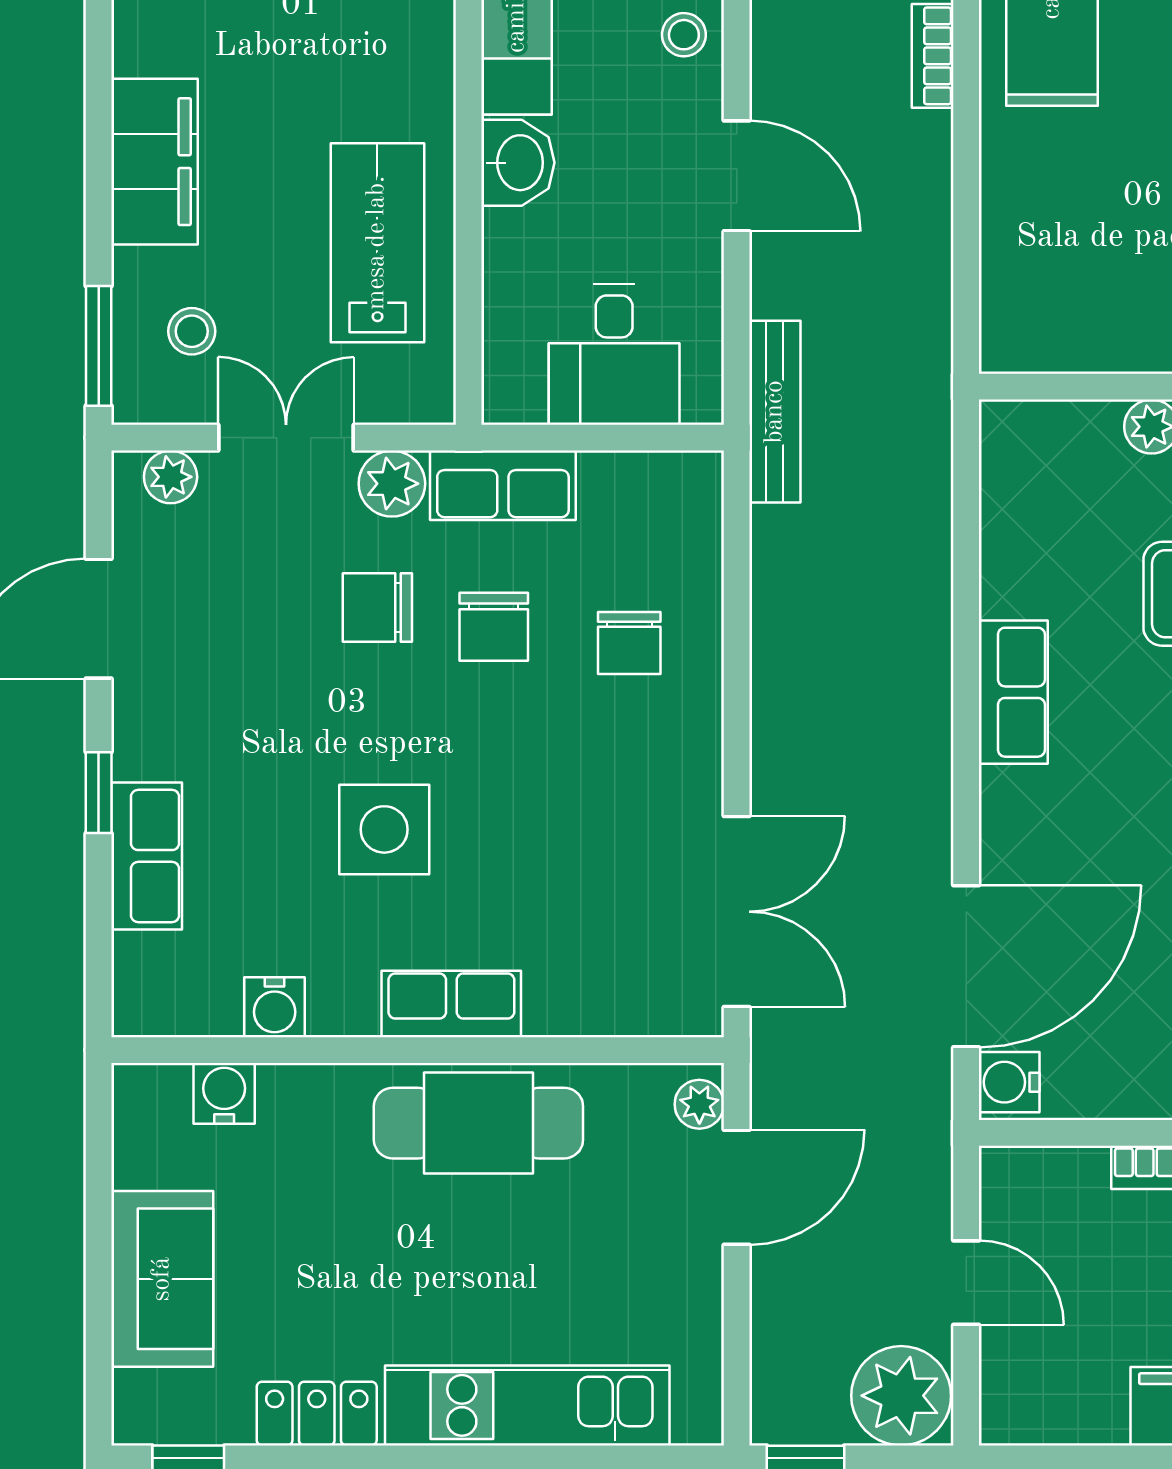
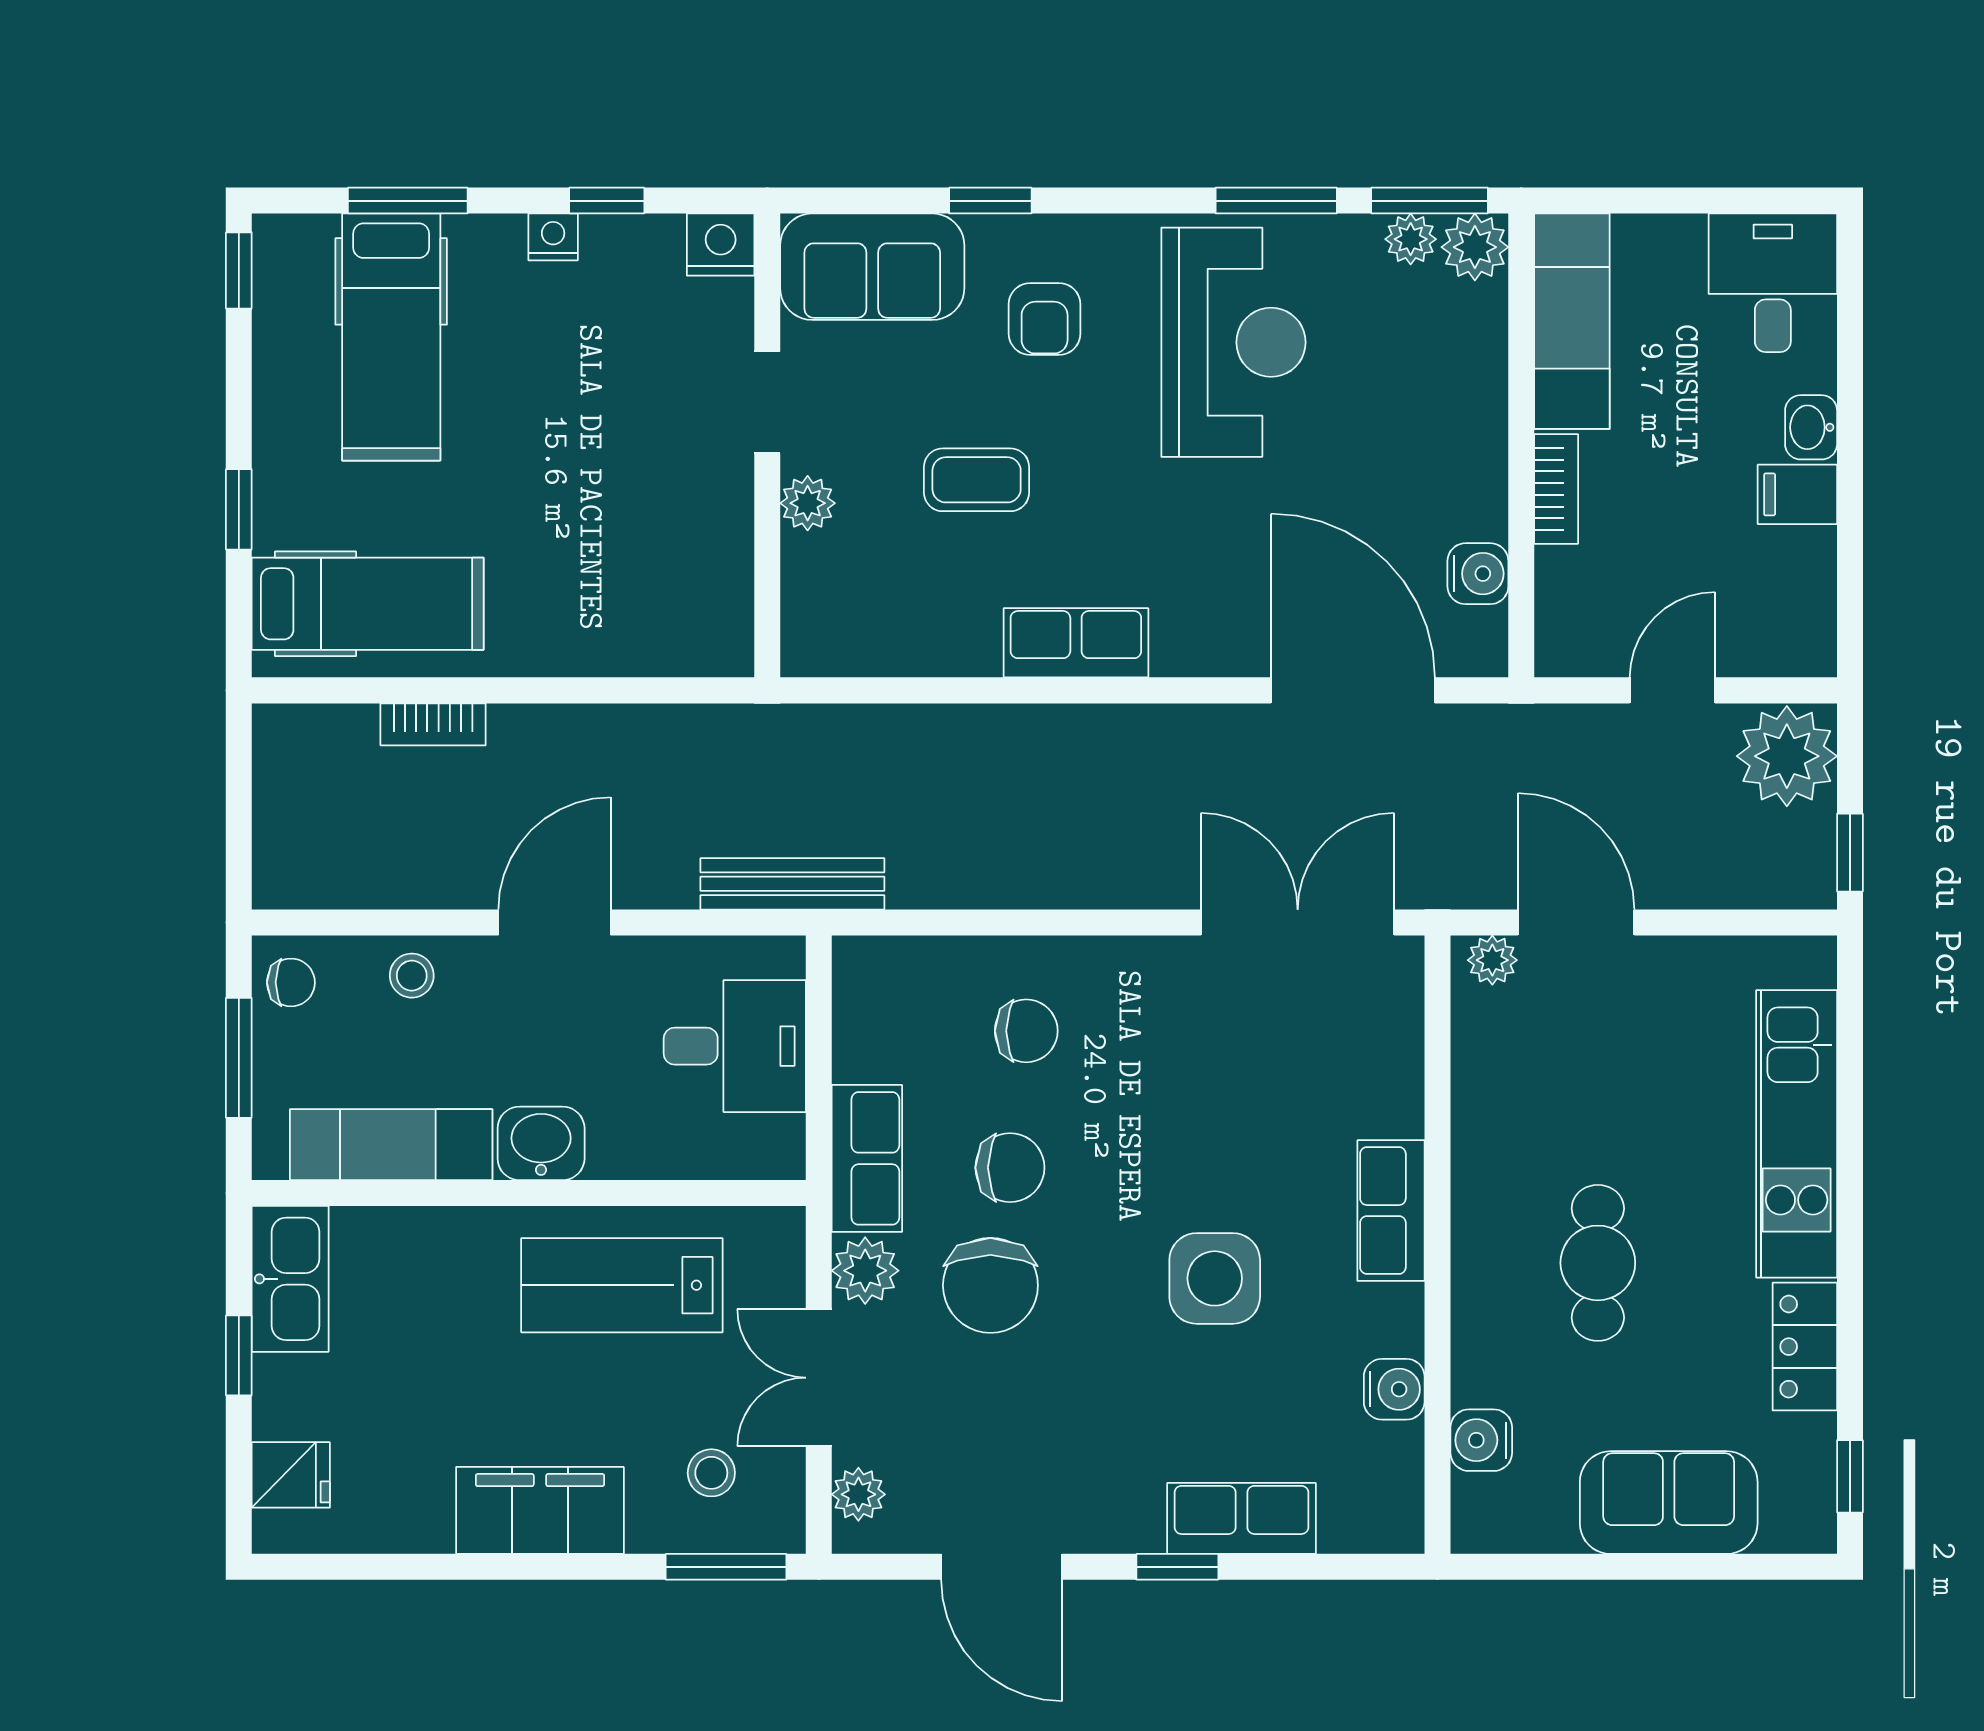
chair: (377, 608) -> (990, 1285), width x1.37, depth x1.37
water cooler: (1009, 1082) -> (1478, 574), moved, turned -90
cafe table: (478, 1123) -> (1598, 1263), moved, width x0.73, depth x0.74

